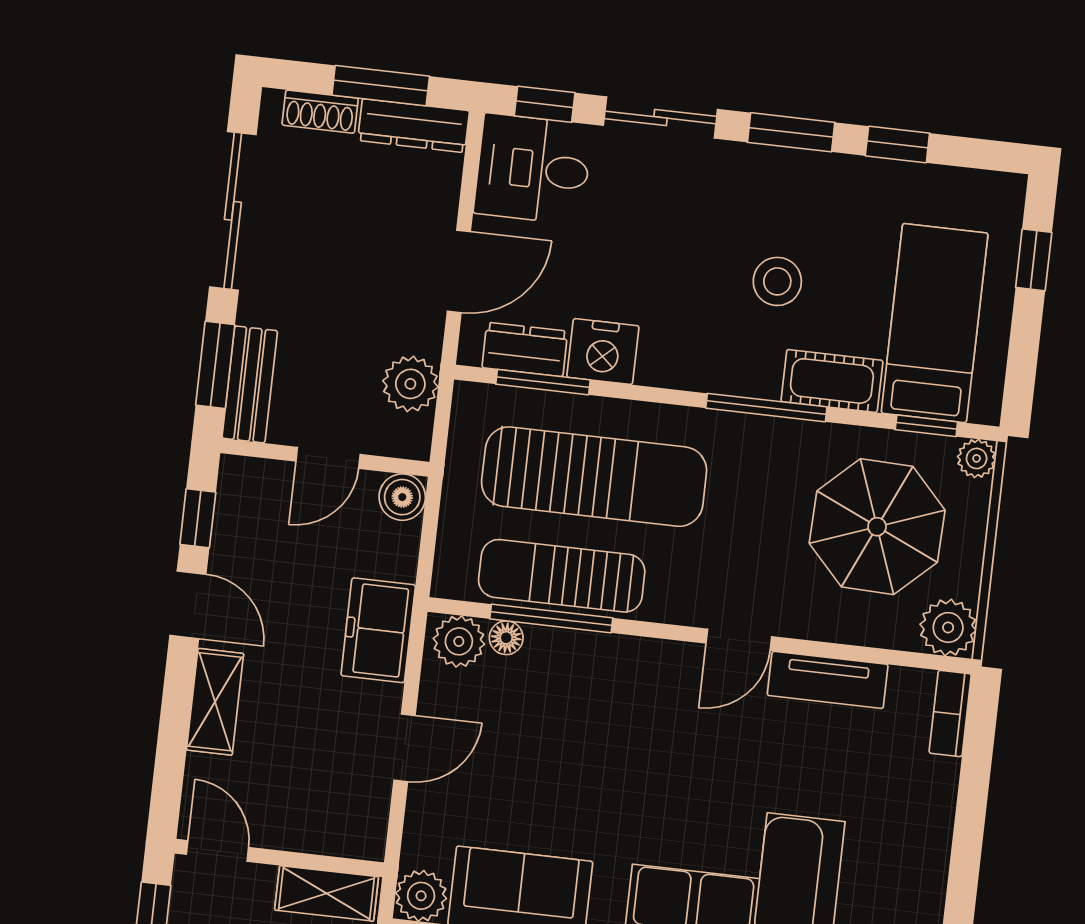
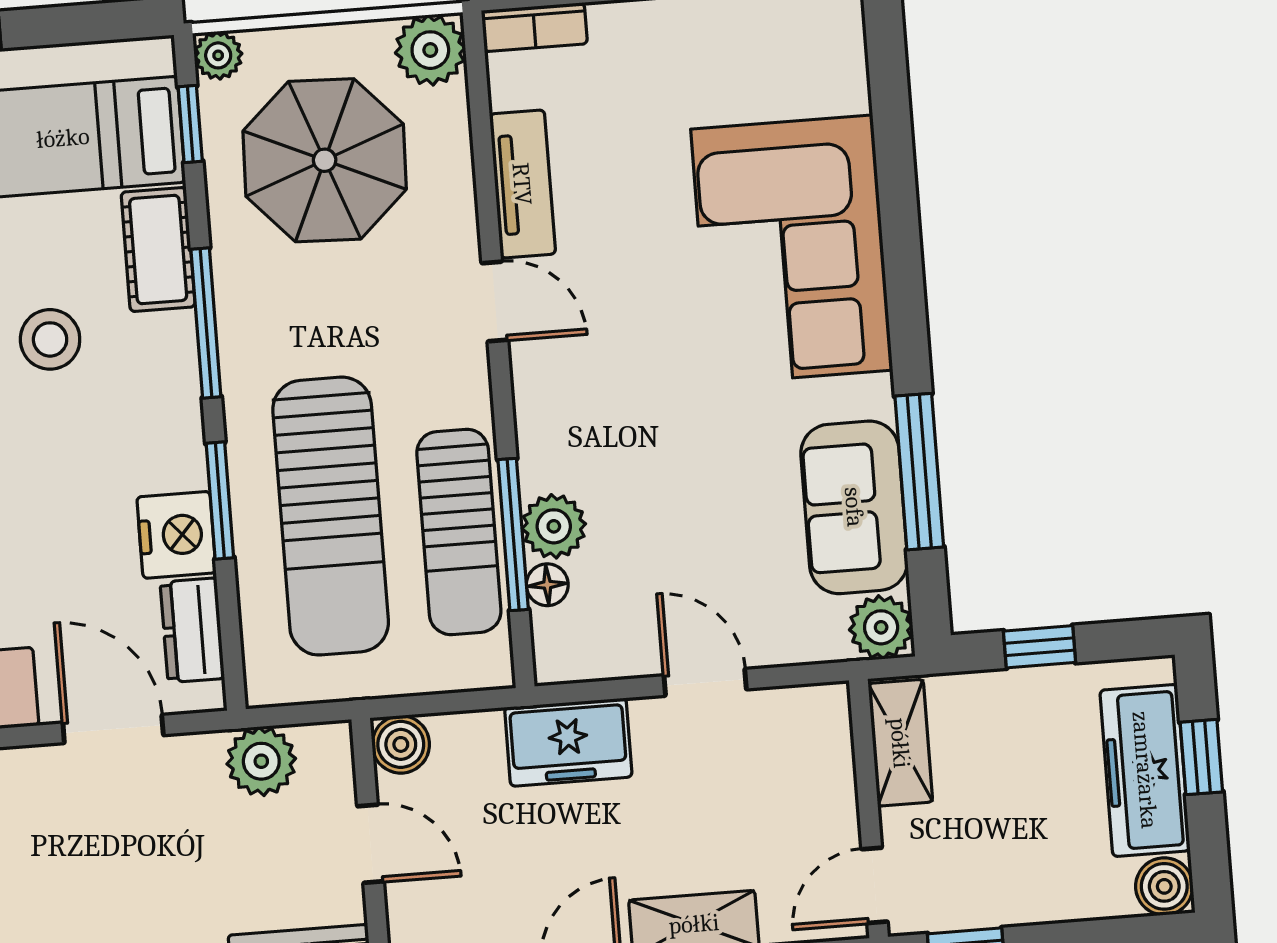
window: (543, 382) -> (220, 500), moved
sun lounger: (594, 477) -> (331, 516), turned 180
plant: (459, 641) -> (554, 526), moved

